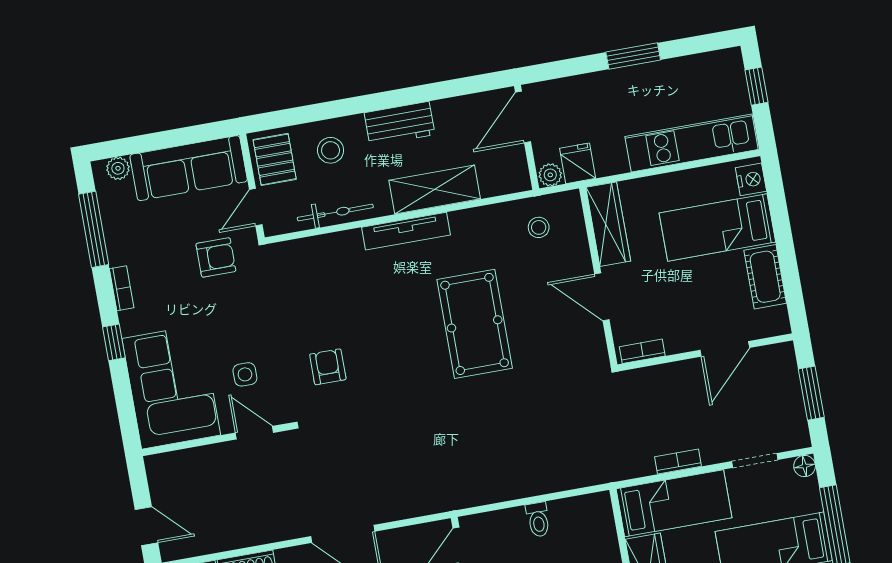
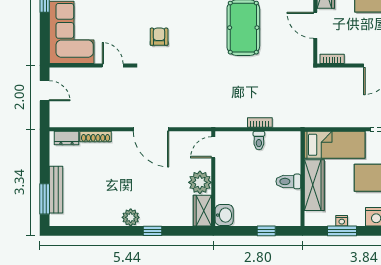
side table: (245, 374) -> (113, 33), removed
bookcase: (678, 462) -> (260, 122), moved
door: (146, 526) -> (45, 91), moved

